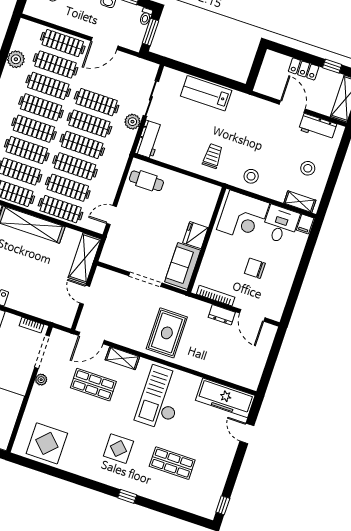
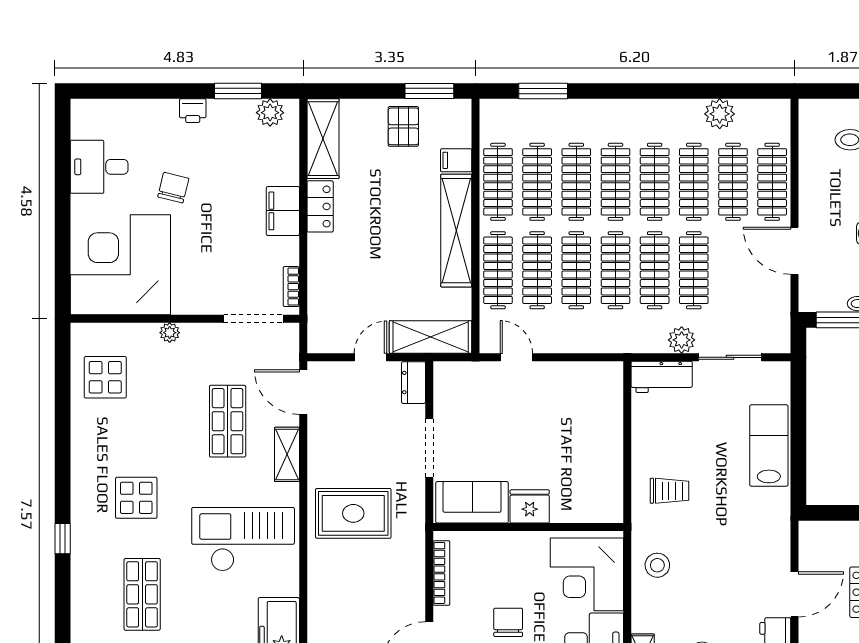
cafe table: (146, 181) -> (592, 396), removed
dresser: (222, 315) -> (414, 383), moved
plant: (41, 380) -> (170, 333), moved
display table: (47, 443) -> (105, 377), width x0.73, depth x0.73

